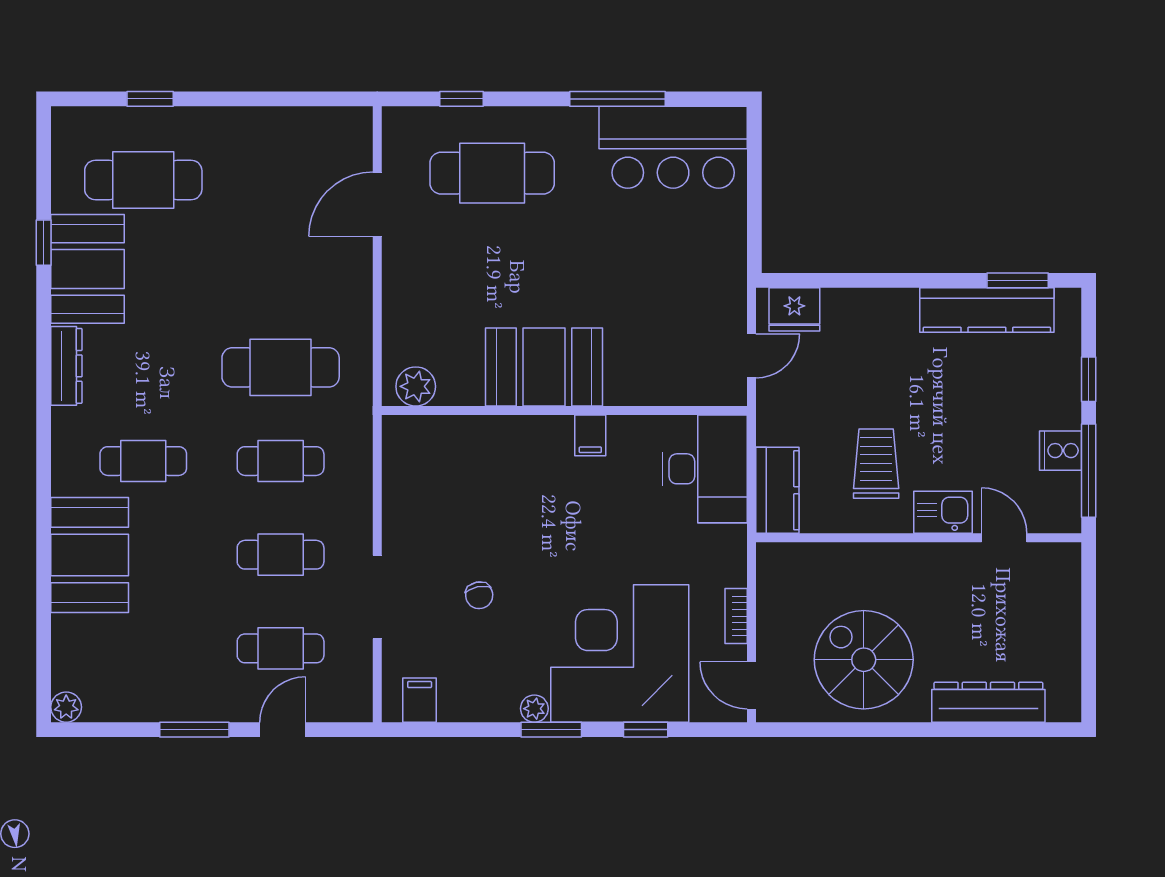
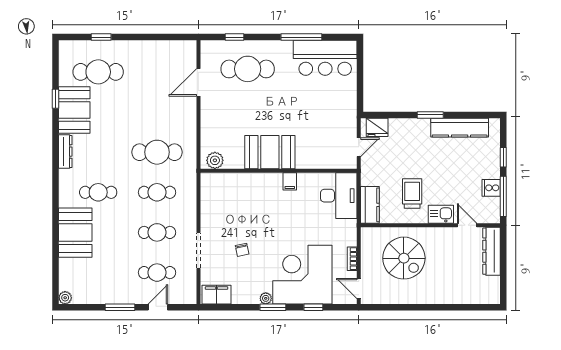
window: (1018, 280) -> (430, 115), moved
spiral stairs: (864, 660) -> (404, 258), moved, turned 180
filing cabinet: (420, 700) -> (217, 295), width x2.00
dresser: (988, 702) -> (491, 251), moved, turned -90

